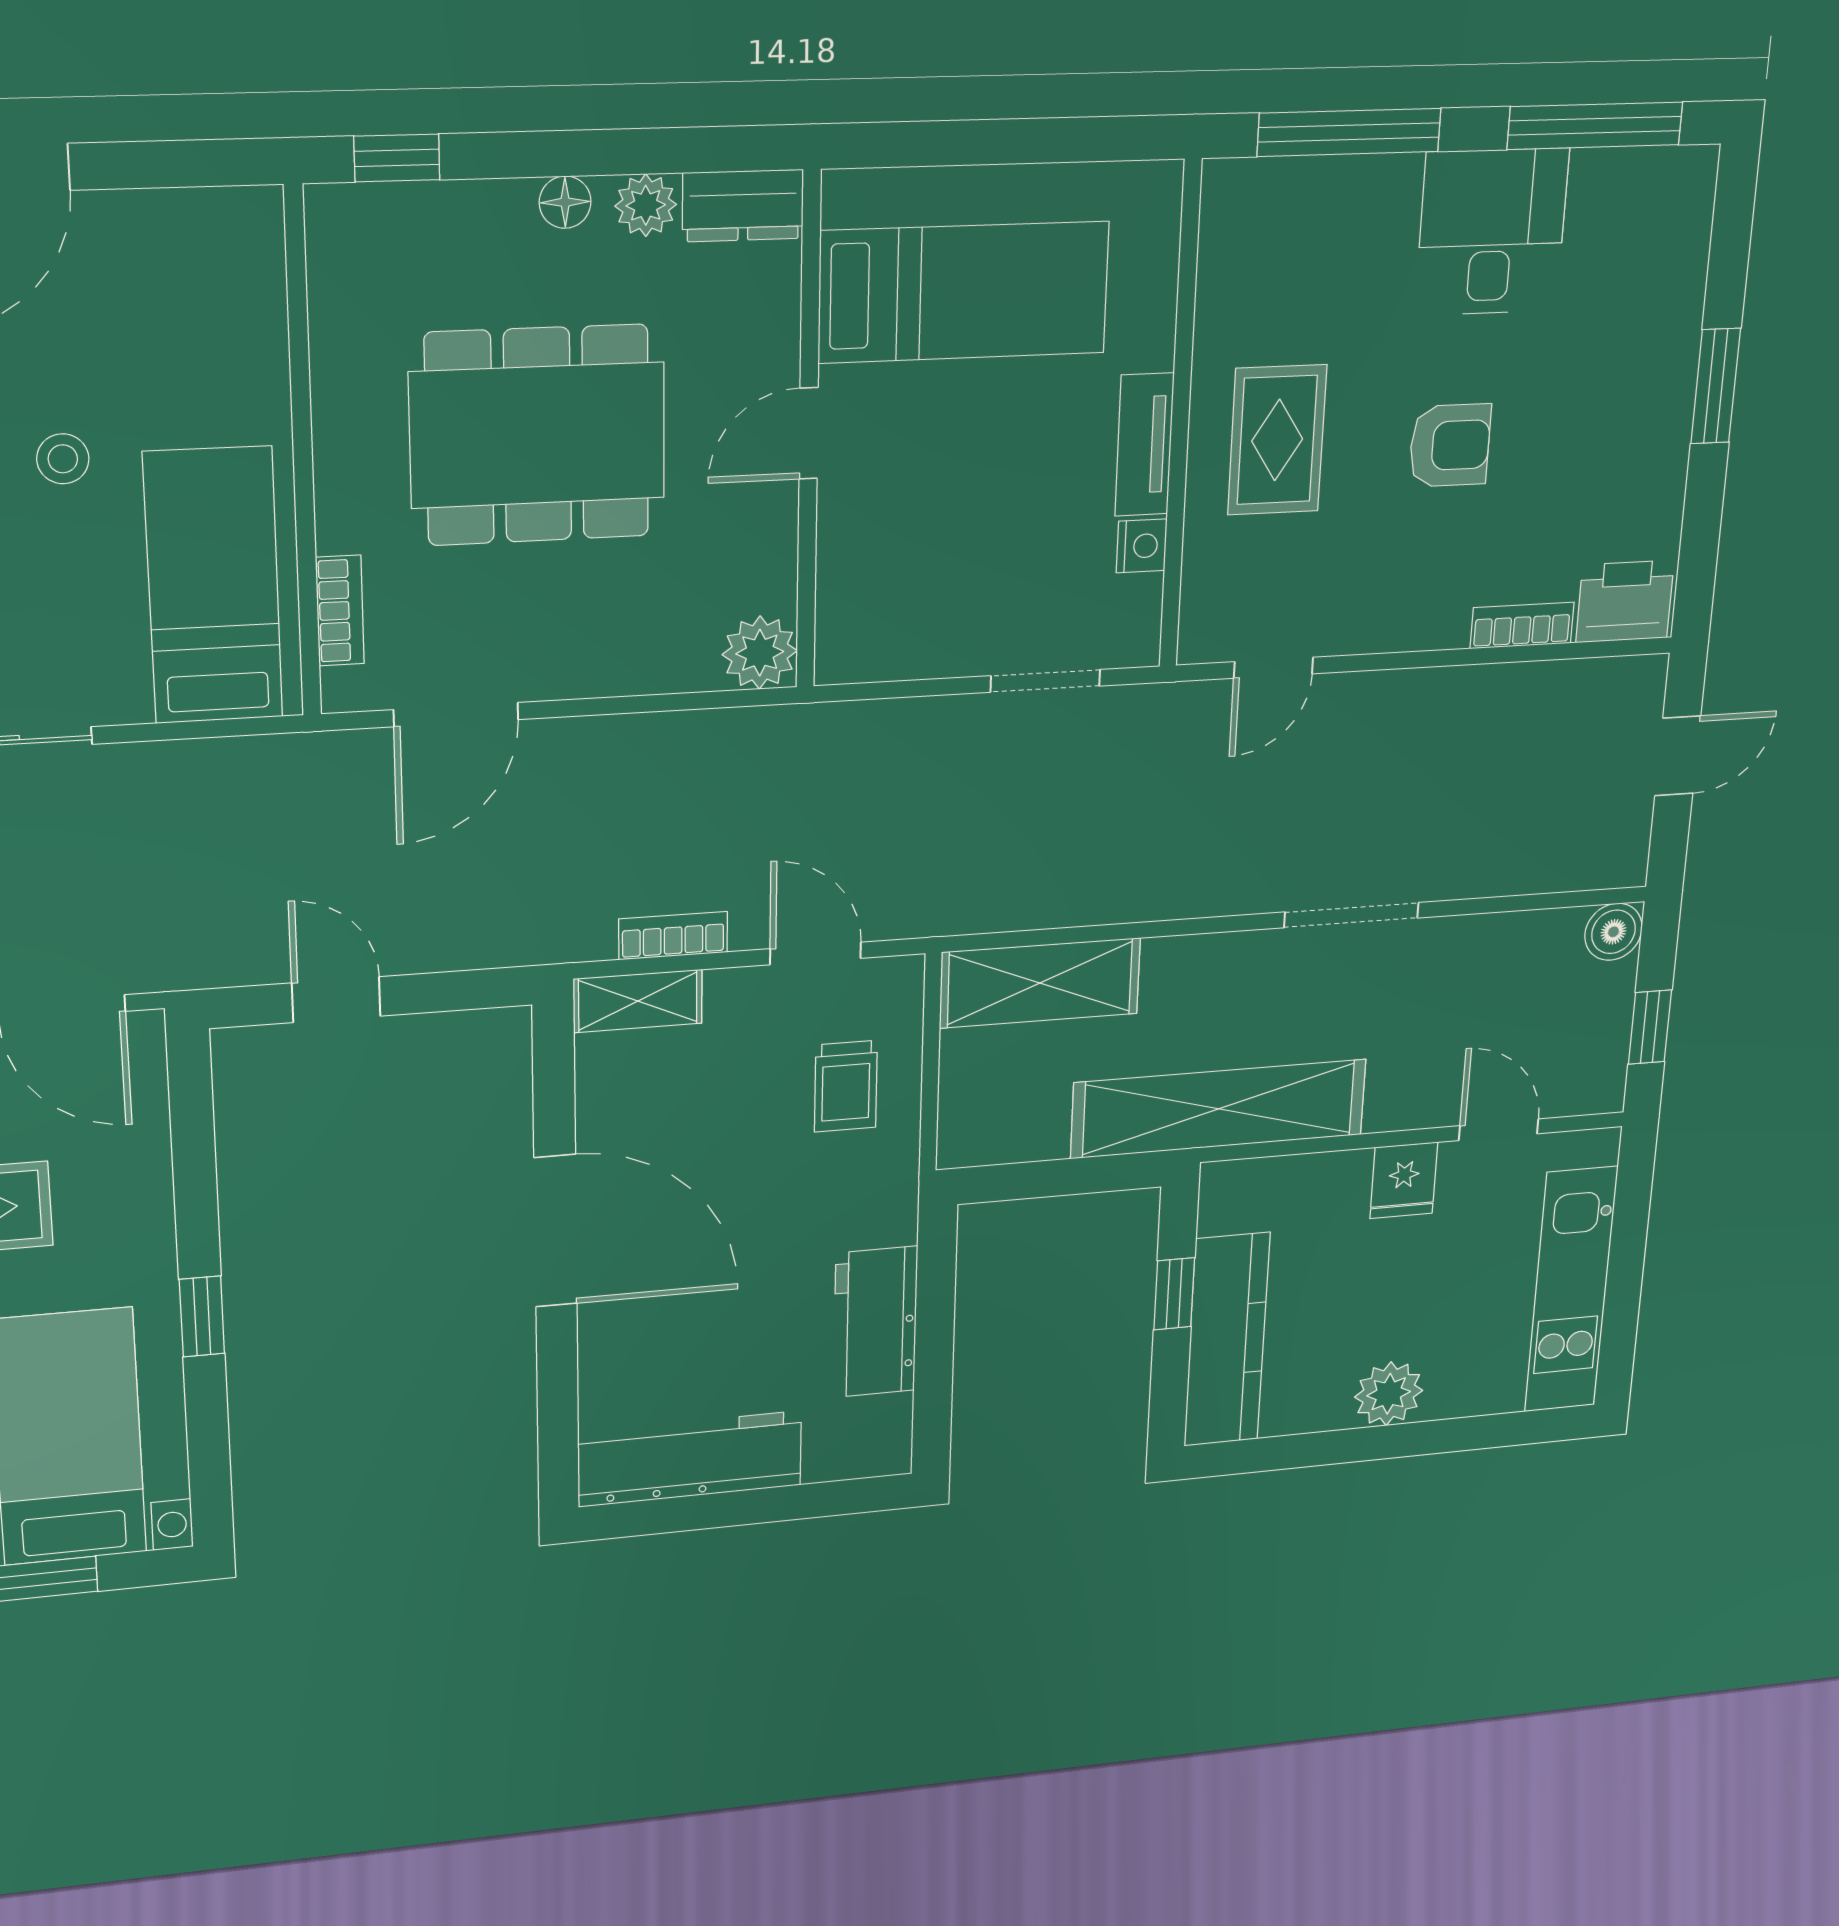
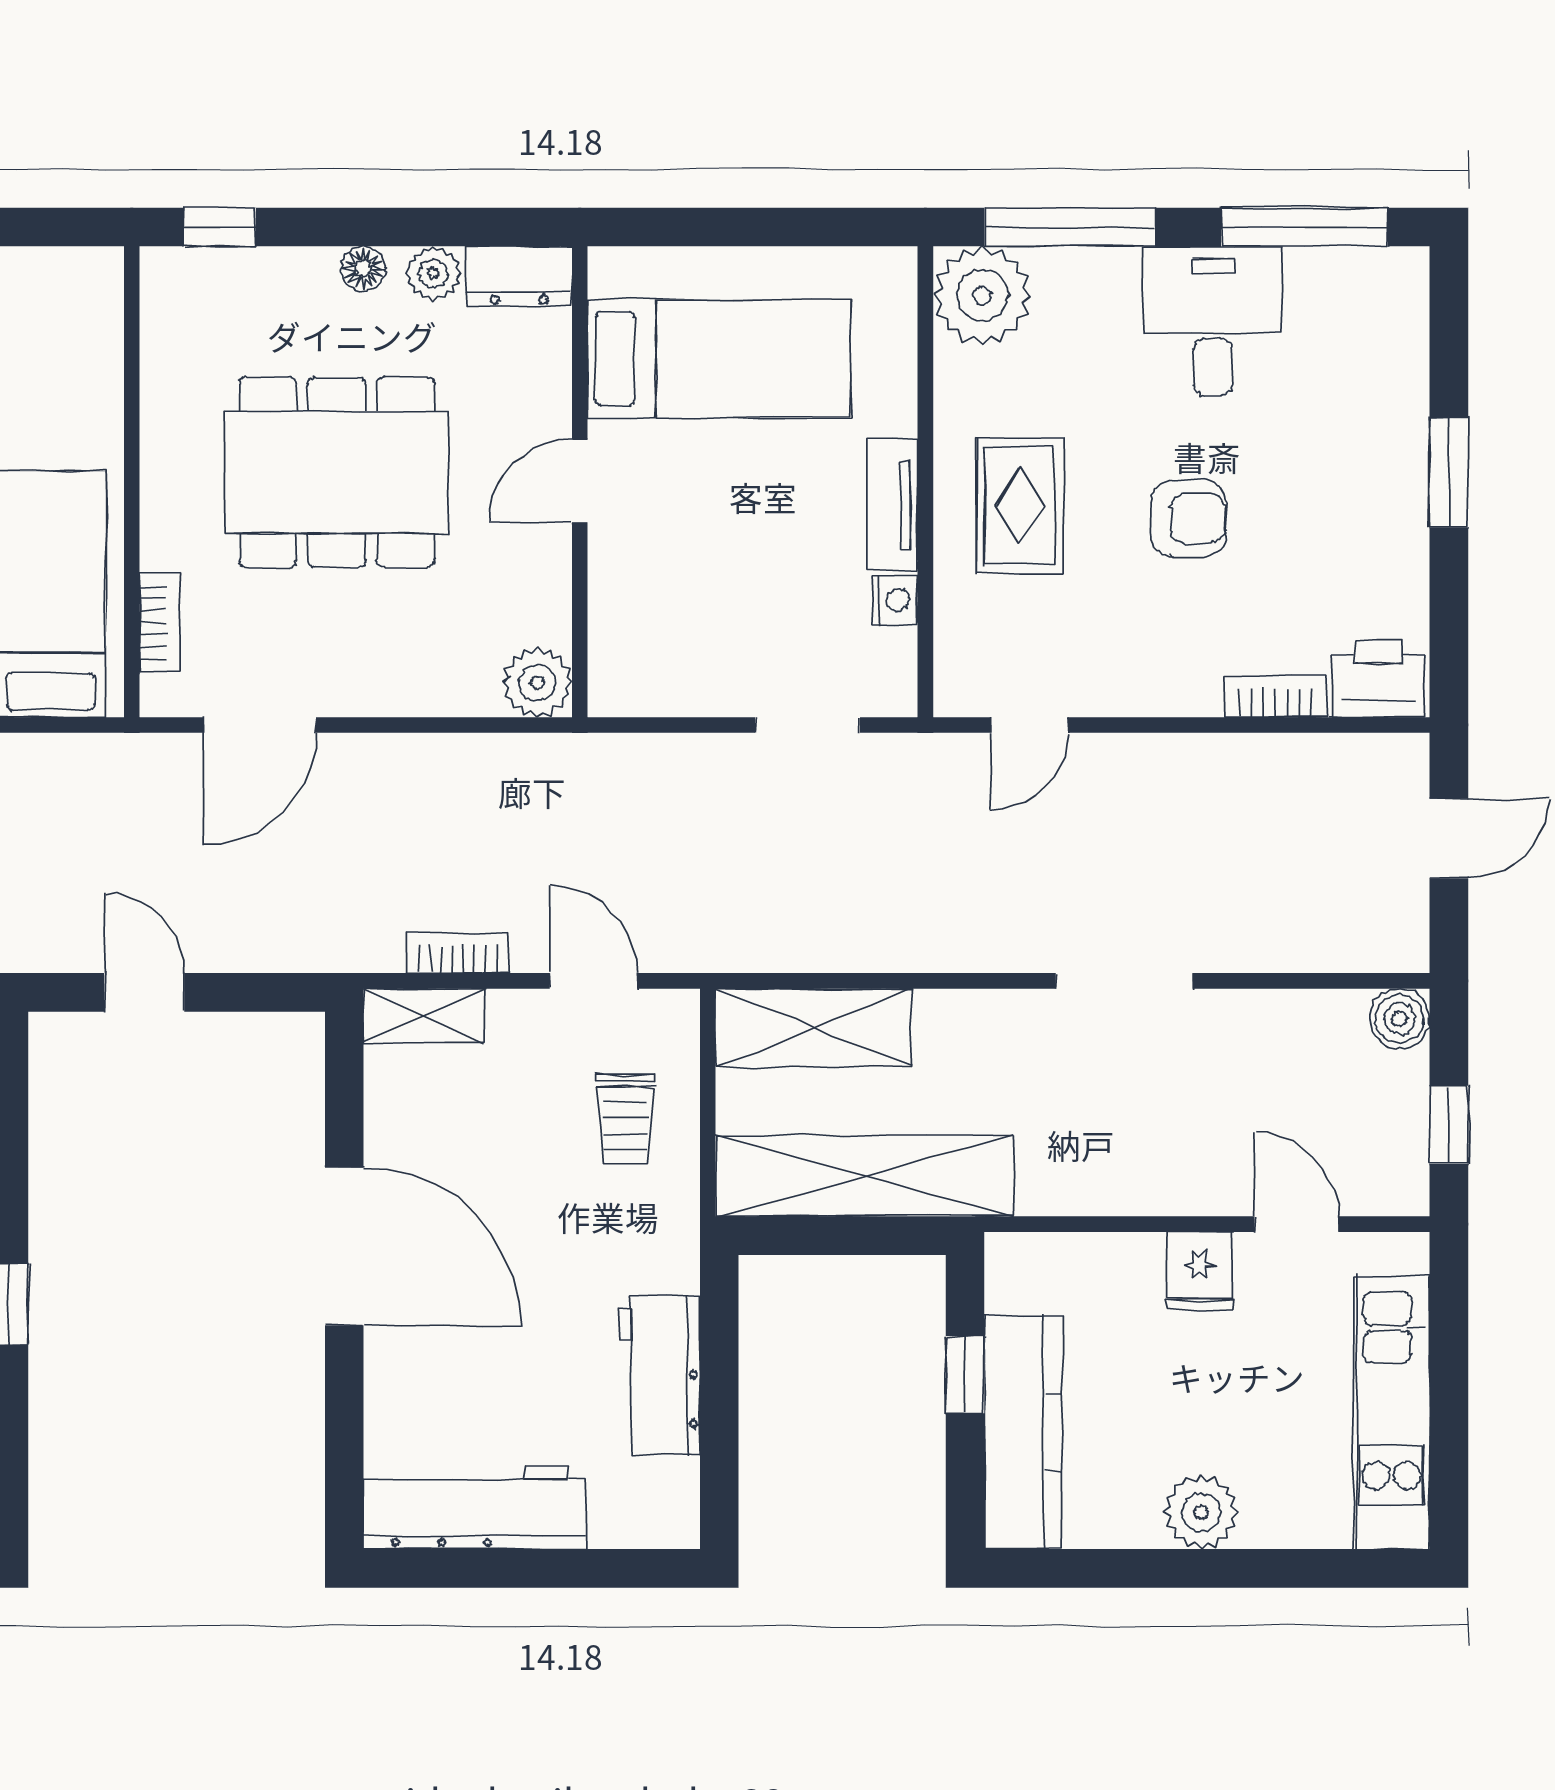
plant: (1251, 212) -> (982, 295), added
shelving: (1219, 1109) -> (865, 1176), moved

